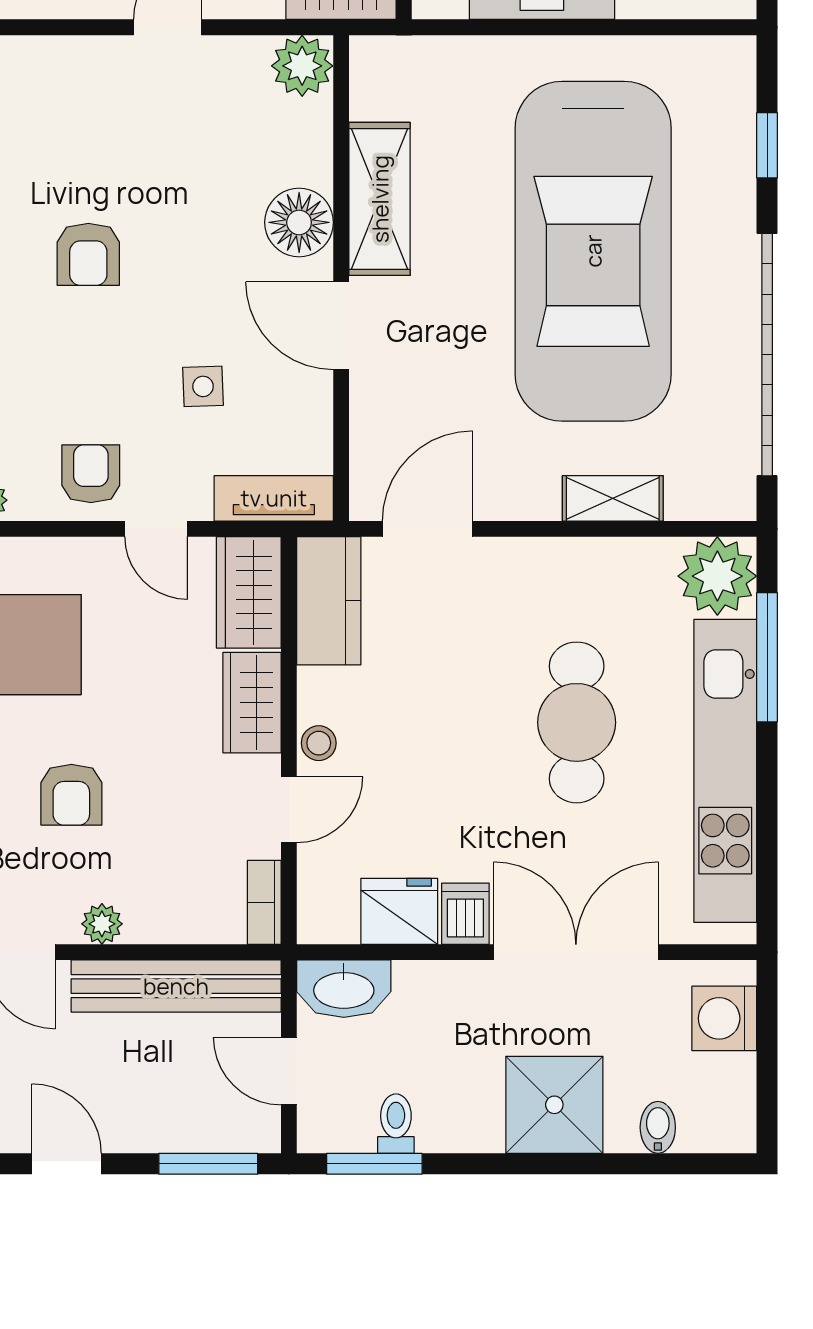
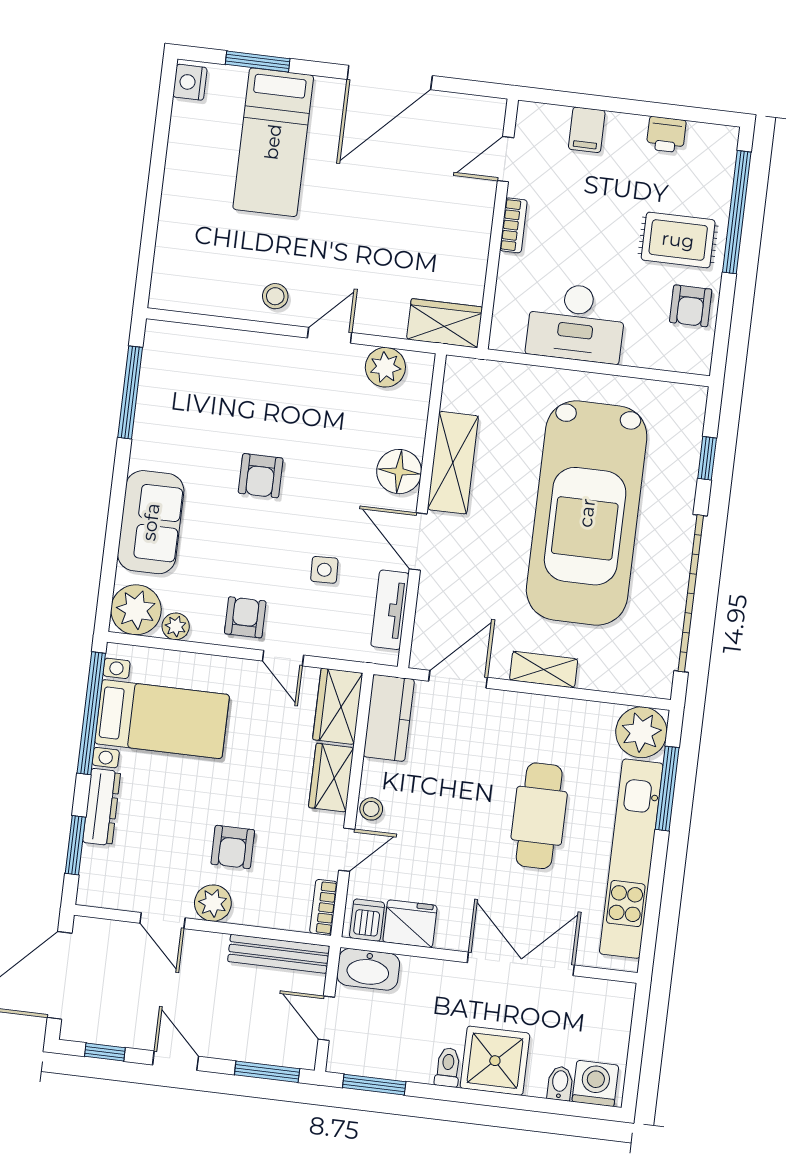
plant: (302, 66) -> (385, 367), moved
tv unit: (274, 498) -> (390, 610), moved, turned -90
shelving: (613, 498) -> (544, 670), moved
armchair: (71, 795) -> (233, 847), moved
dishwasher: (465, 914) -> (367, 920), moved
plant: (102, 924) -> (213, 903), width x1.38, depth x1.38
bench: (176, 986) -> (279, 954), width x0.73, depth x0.82
washing machine: (724, 1018) -> (595, 1083), moved, turned 90
toilet: (396, 1124) -> (448, 1067), moved

